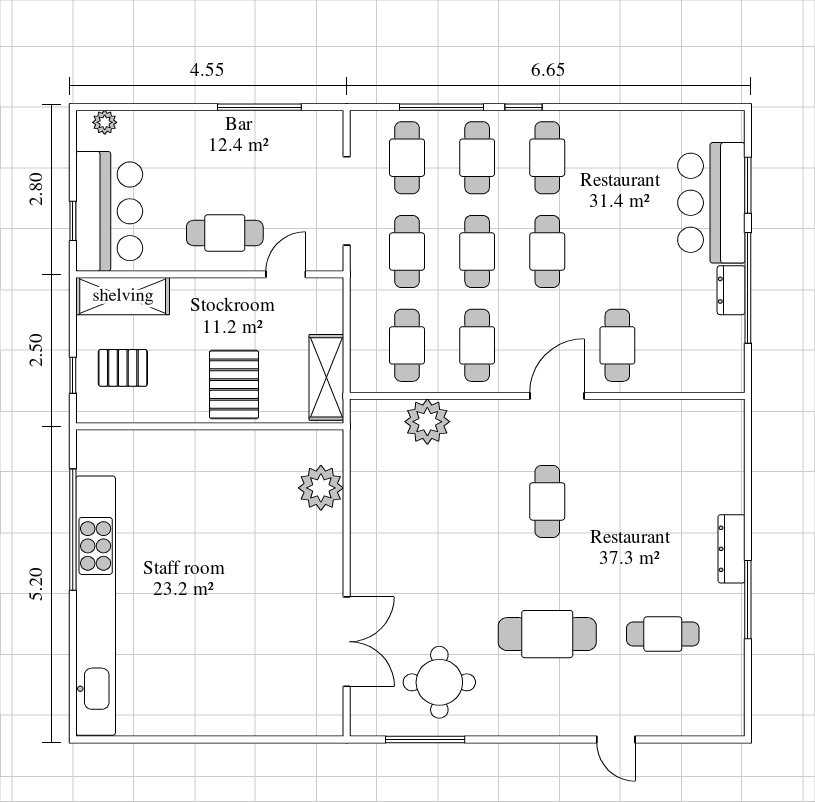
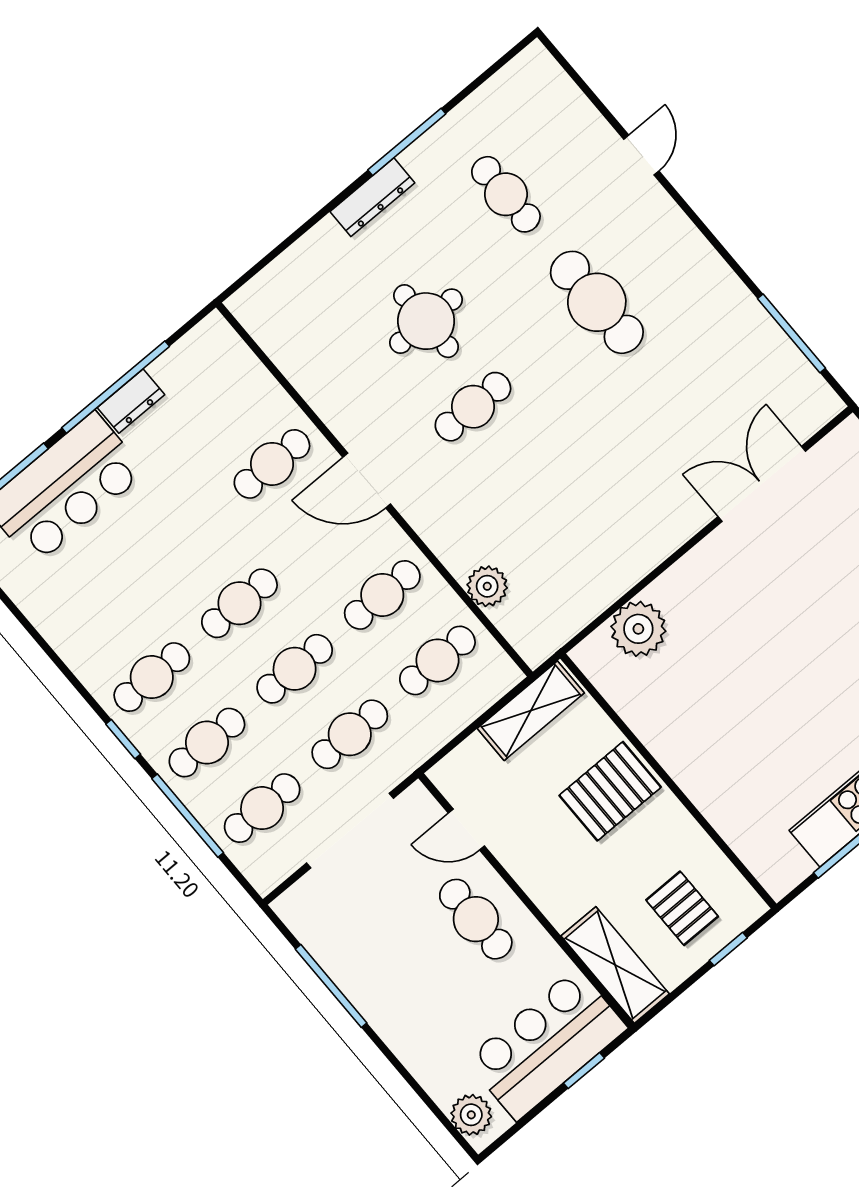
plant: (105, 122) -> (471, 1115), width x1.38, depth x1.38
plant: (427, 422) -> (487, 586), width x0.73, depth x0.73
round table: (439, 682) -> (426, 321), moved

